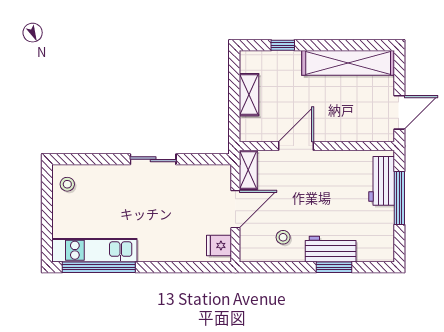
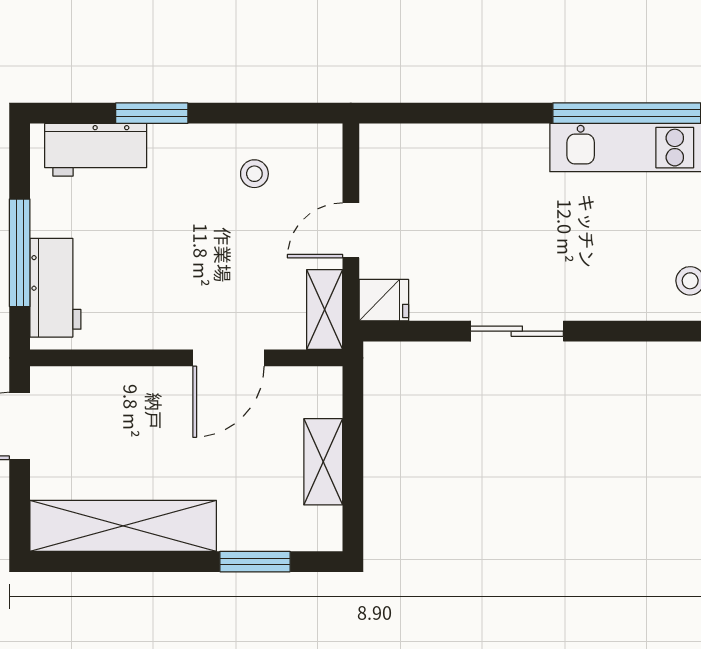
window: (283, 45) -> (255, 562), width x1.50
door: (235, 209) -> (351, 230), width x0.73
fridge: (219, 245) -> (384, 300), moved
workbench: (331, 249) -> (96, 150), moved

